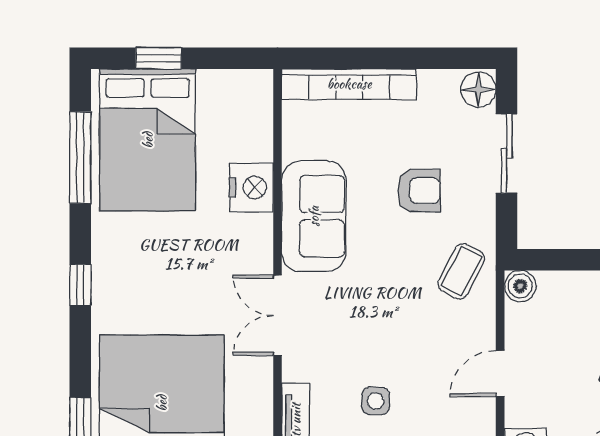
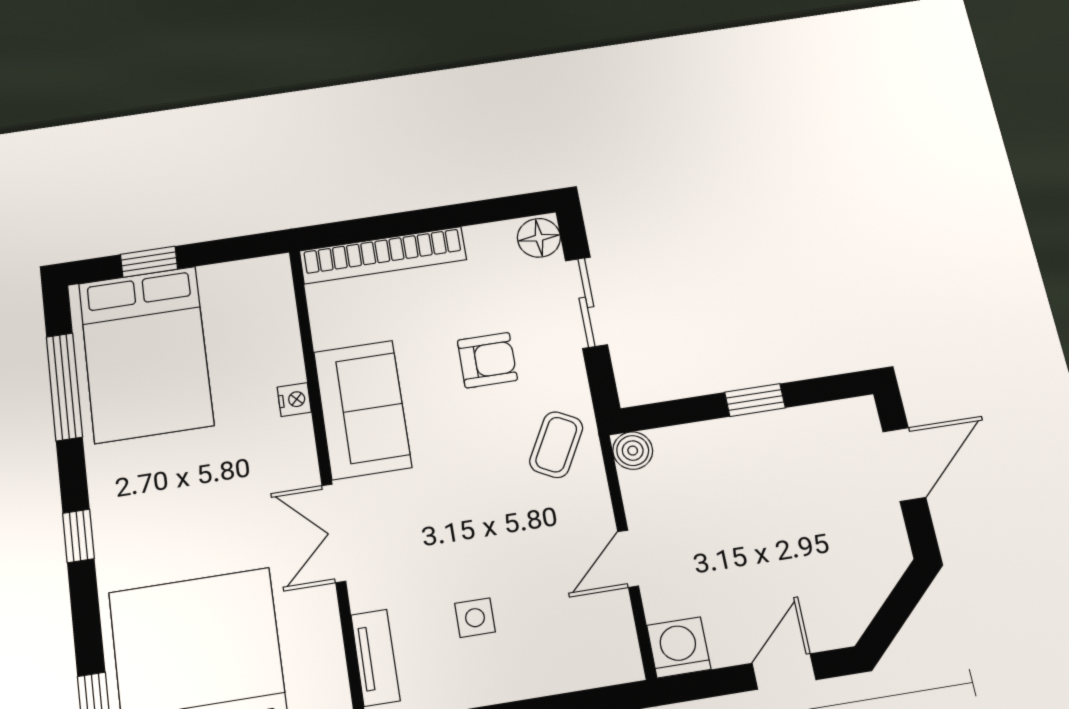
nightstand: (251, 187) -> (294, 400), width x0.53, depth x0.56

